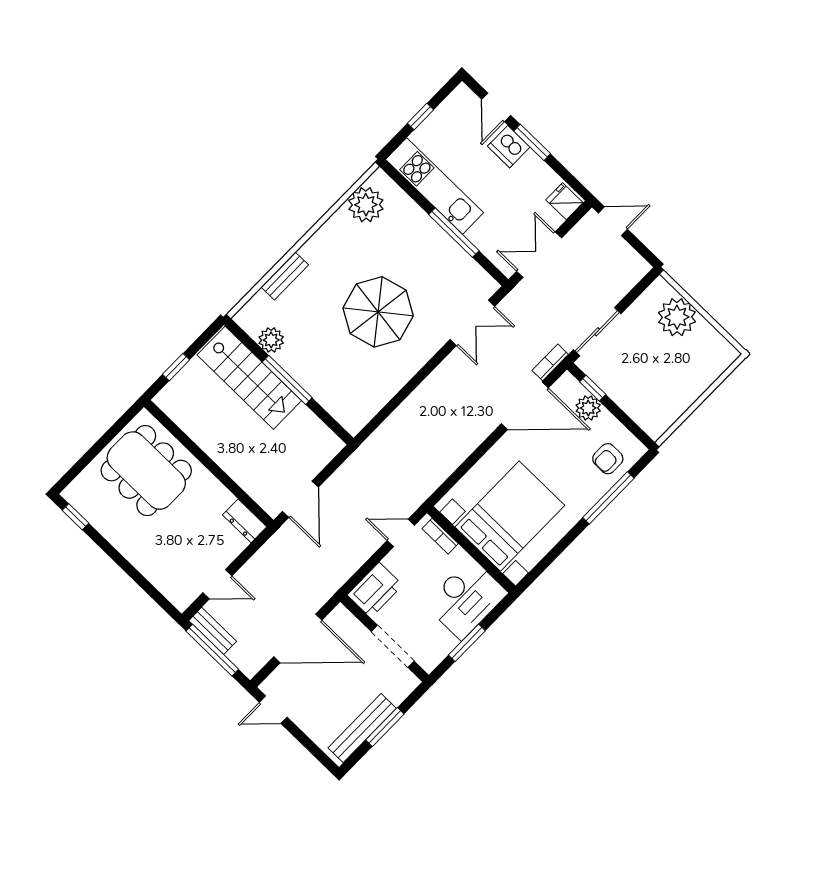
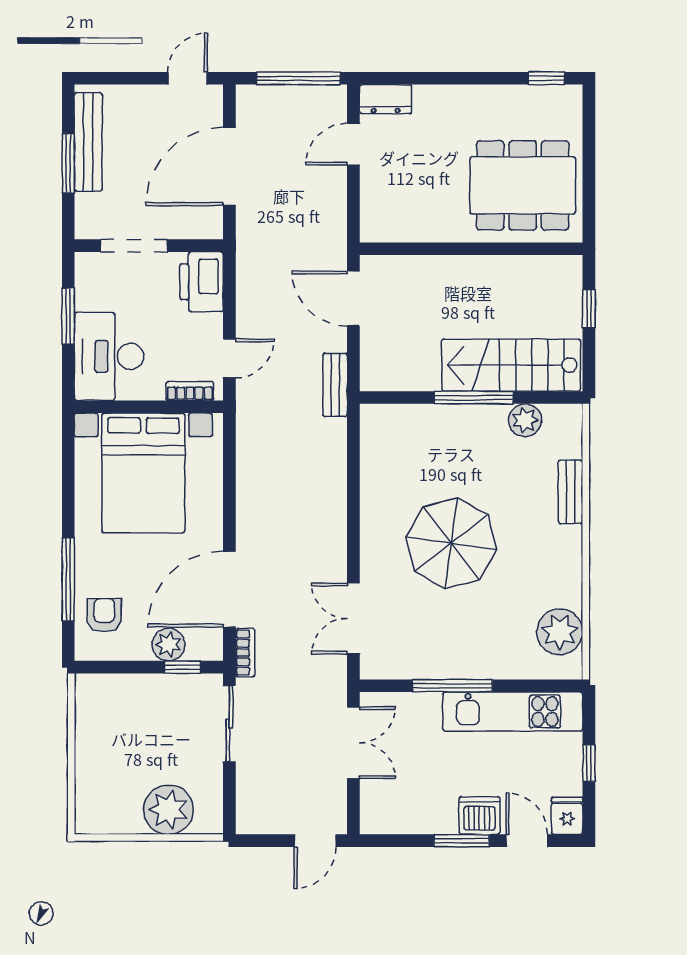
fridge: (564, 201) -> (567, 816), moved, turned -90
dresser: (245, 521) -> (386, 99), moved, turned 180
bench: (213, 631) -> (335, 385), moved, turned 90

